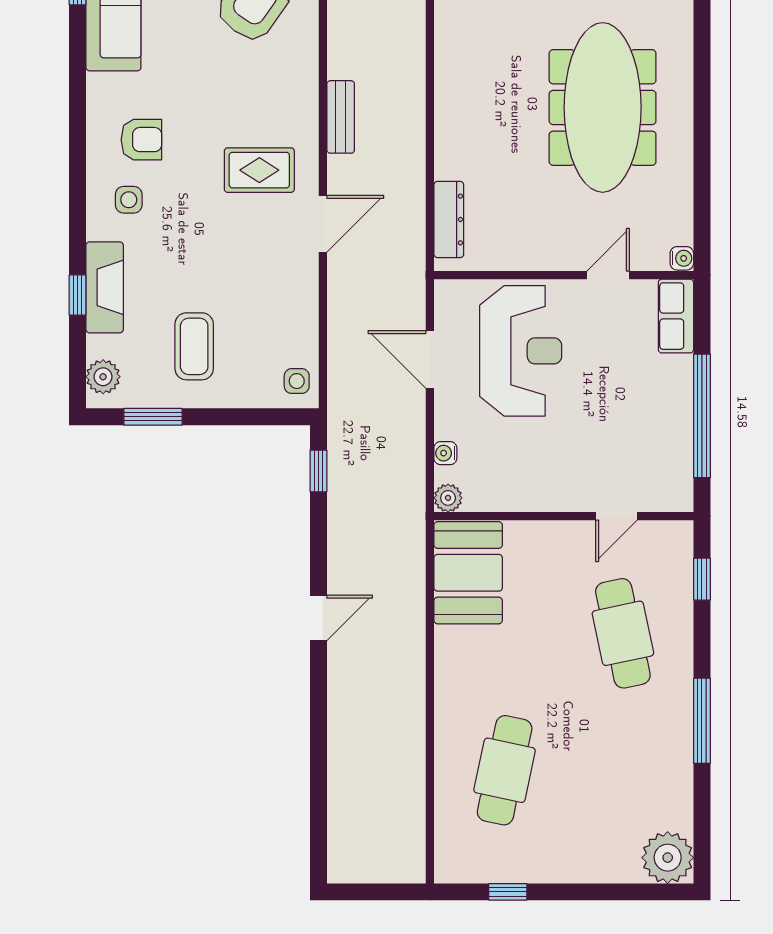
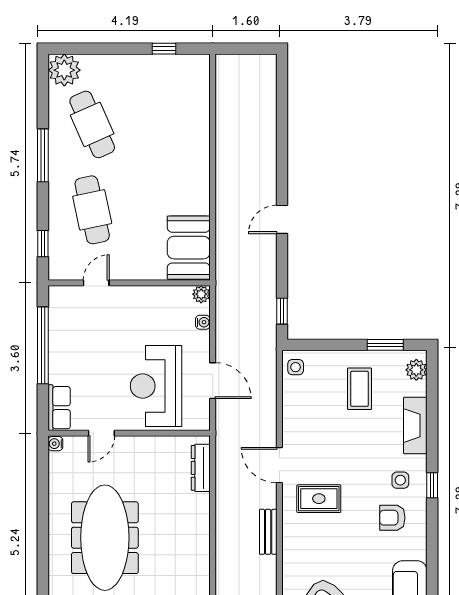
door: (323, 224) -> (279, 465), hinge flipped
window: (78, 295) -> (432, 485), moved
cafe table: (505, 770) -> (92, 124), moved, turned -36

